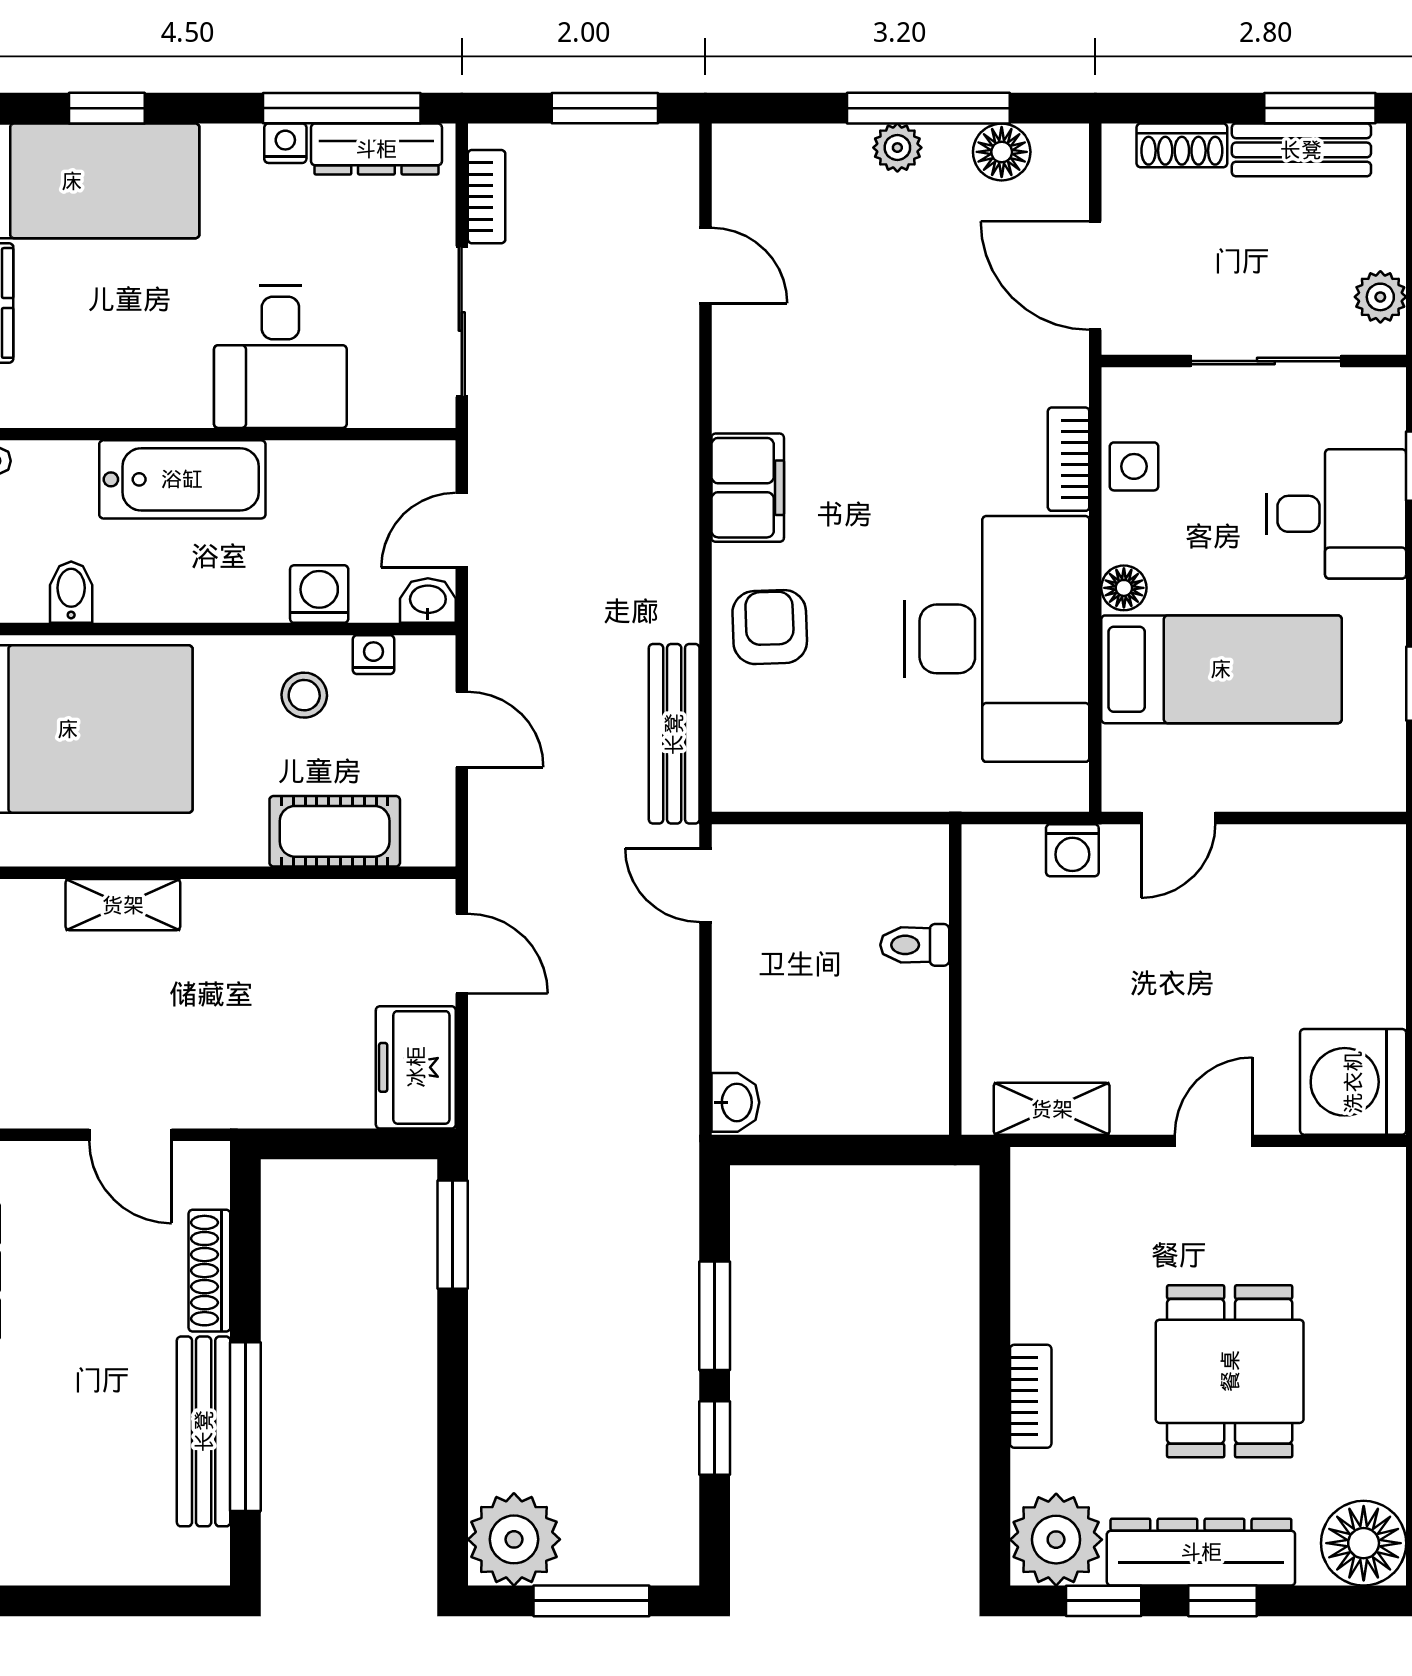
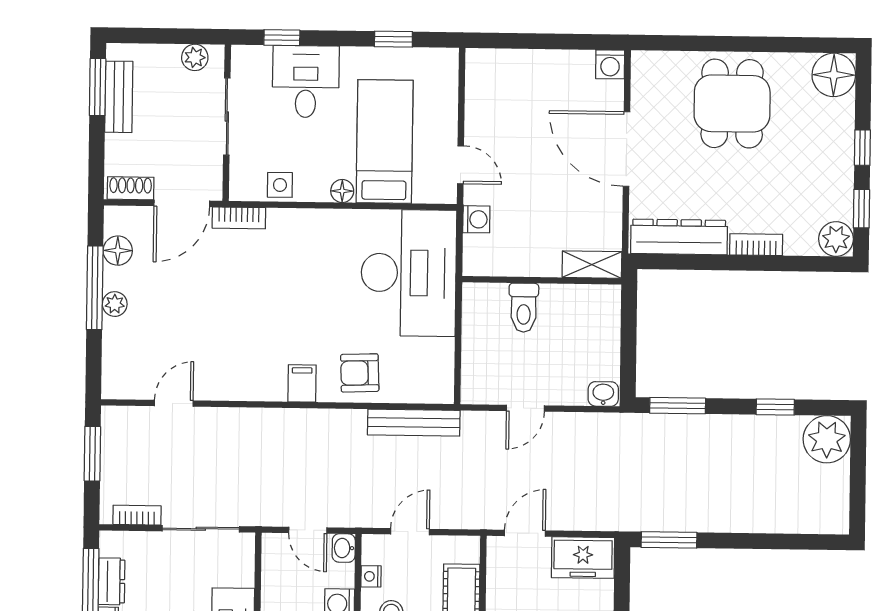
shoe rack: (1182, 145) -> (131, 188), moved, turned -90
dresser: (376, 149) -> (112, 581), width x0.70
bookcase: (1069, 459) -> (239, 218), moved
filing cabinet: (748, 488) -> (302, 383), width x0.50
desk: (997, 639) -> (409, 273), moved, turned 90
door: (705, 885) -> (525, 408), moved
toilet: (915, 945) -> (524, 308), width x1.37, depth x1.39
washing machine: (1353, 1082) -> (610, 64), width x0.53, depth x0.53
shelving: (1052, 1109) -> (592, 265), moved, turned 90
door: (1214, 1141) -> (626, 149), width x1.88
window: (715, 1316) -> (678, 406), moved
dining table: (1230, 1371) -> (732, 104), moved, turned 90
plant: (514, 1539) -> (827, 439), moved
plant: (1056, 1540) -> (836, 239), width x0.73, depth x0.73
dresser: (1201, 1552) -> (679, 237), moved, turned 90
window: (591, 1601) -> (858, 471), removed

